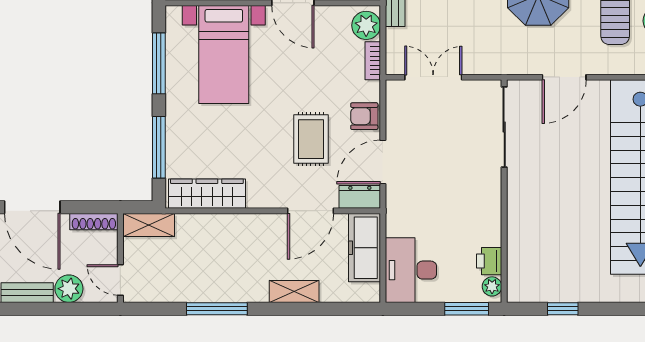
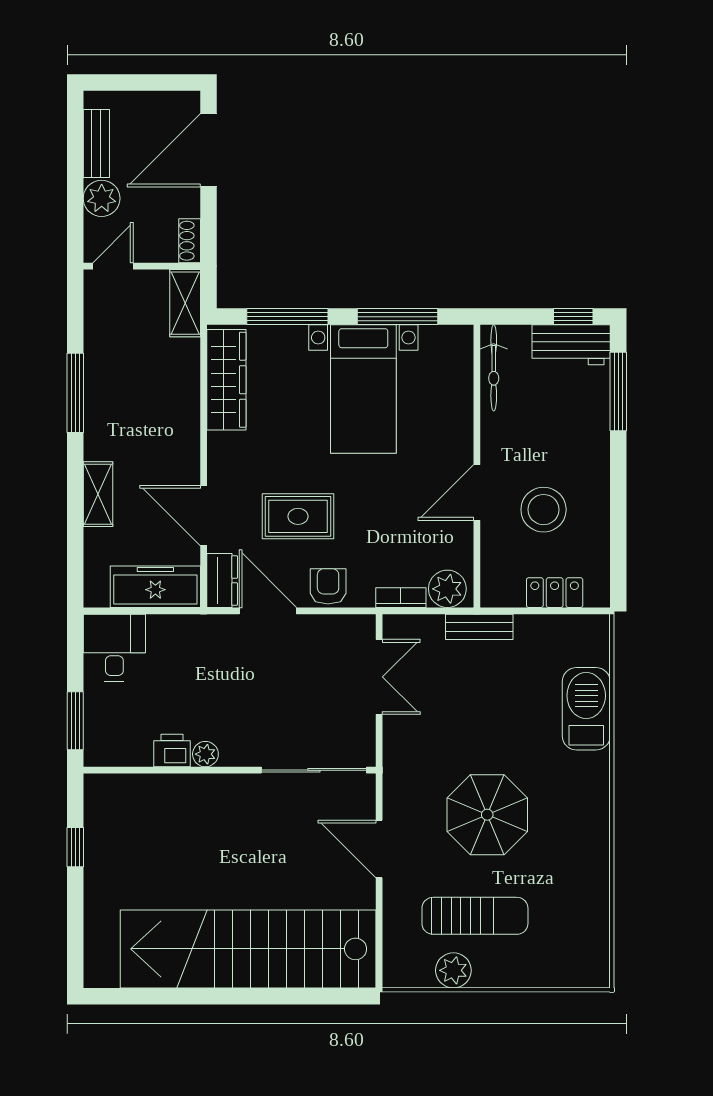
bed with nightstands: (224, 54) -> (363, 389), moved, turned -90
shoe rack: (94, 222) -> (190, 241), width x0.70
printer: (489, 261) -> (172, 750), moved
desk: (411, 270) -> (114, 648), width x0.73
plant: (492, 286) -> (205, 754), moved

